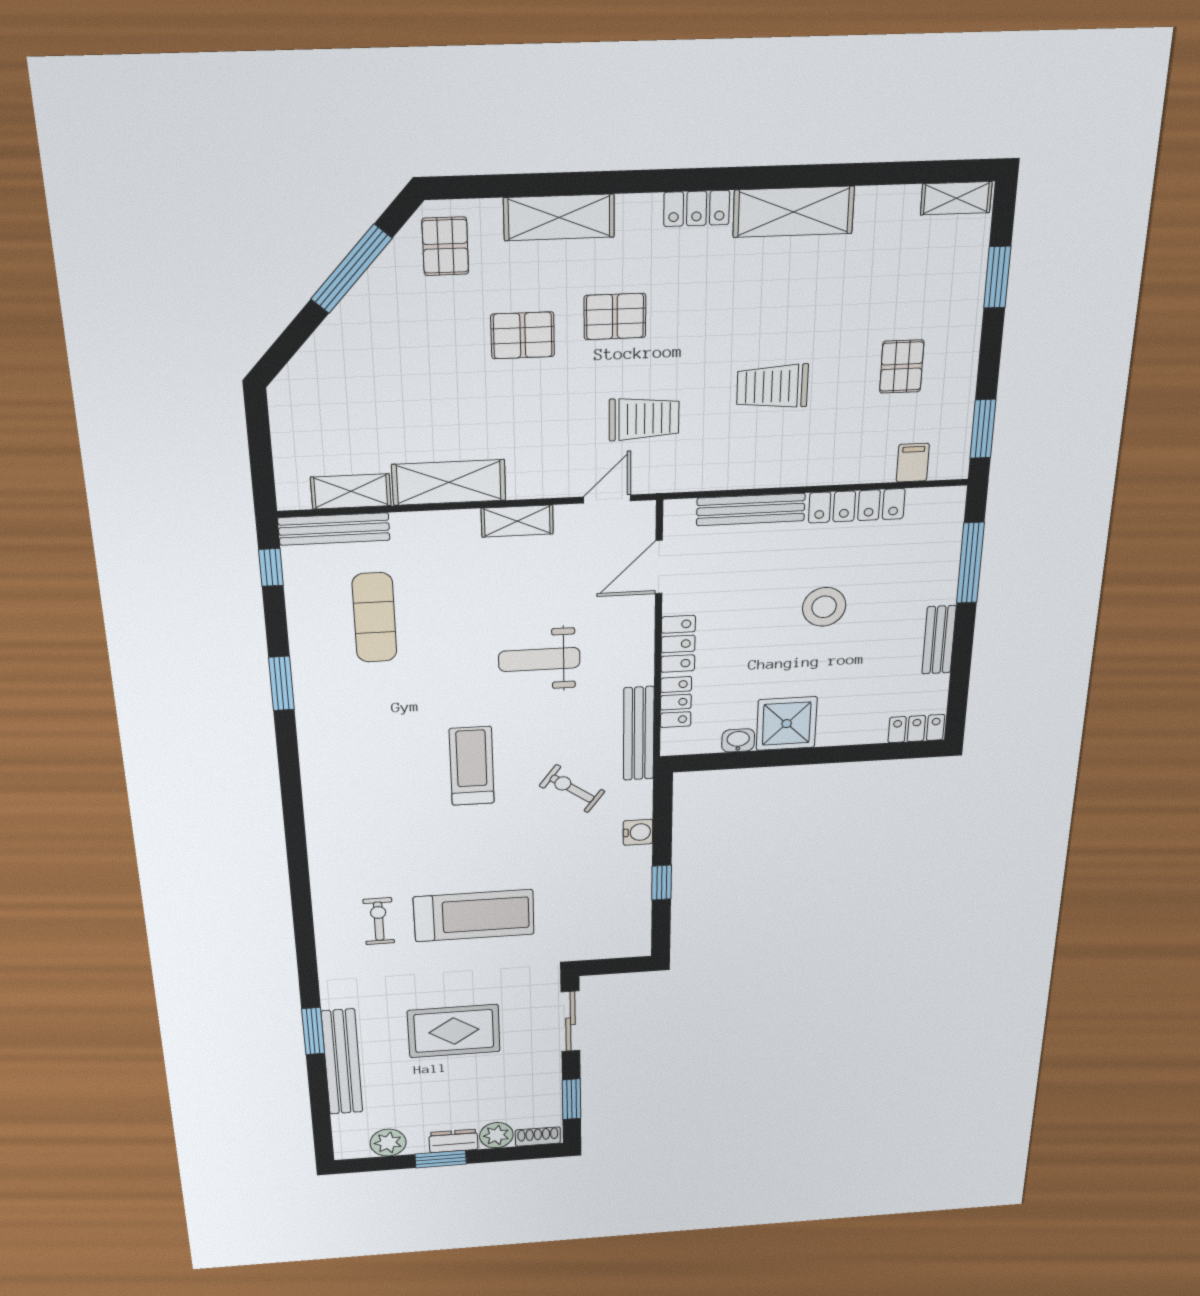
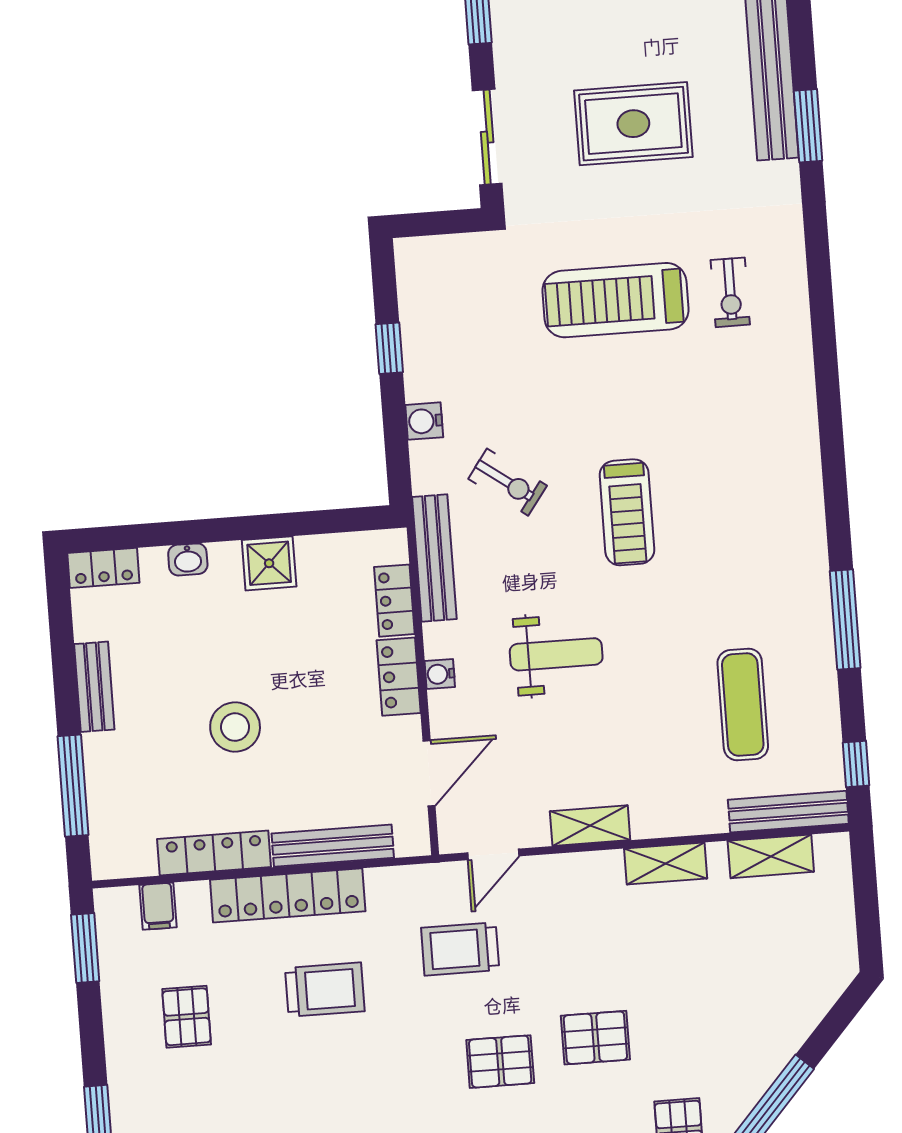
locker: (796, 469) -> (288, 895), added
shelving: (449, 482) -> (666, 864), width x0.67, depth x0.75
water cooler: (642, 646) -> (440, 674), added
window: (282, 683) -> (845, 620), width x1.44
shower: (787, 724) -> (269, 563), width x0.73, depth x0.73
washbasin: (738, 740) -> (188, 559), moved

